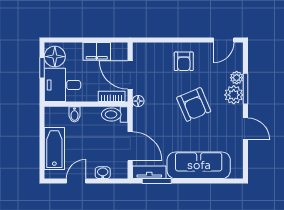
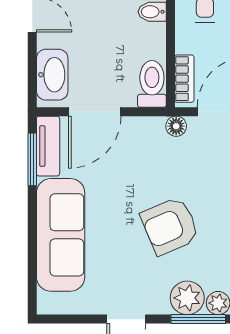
washbasin: (103, 173) -> (52, 75), width x1.91, depth x1.45

